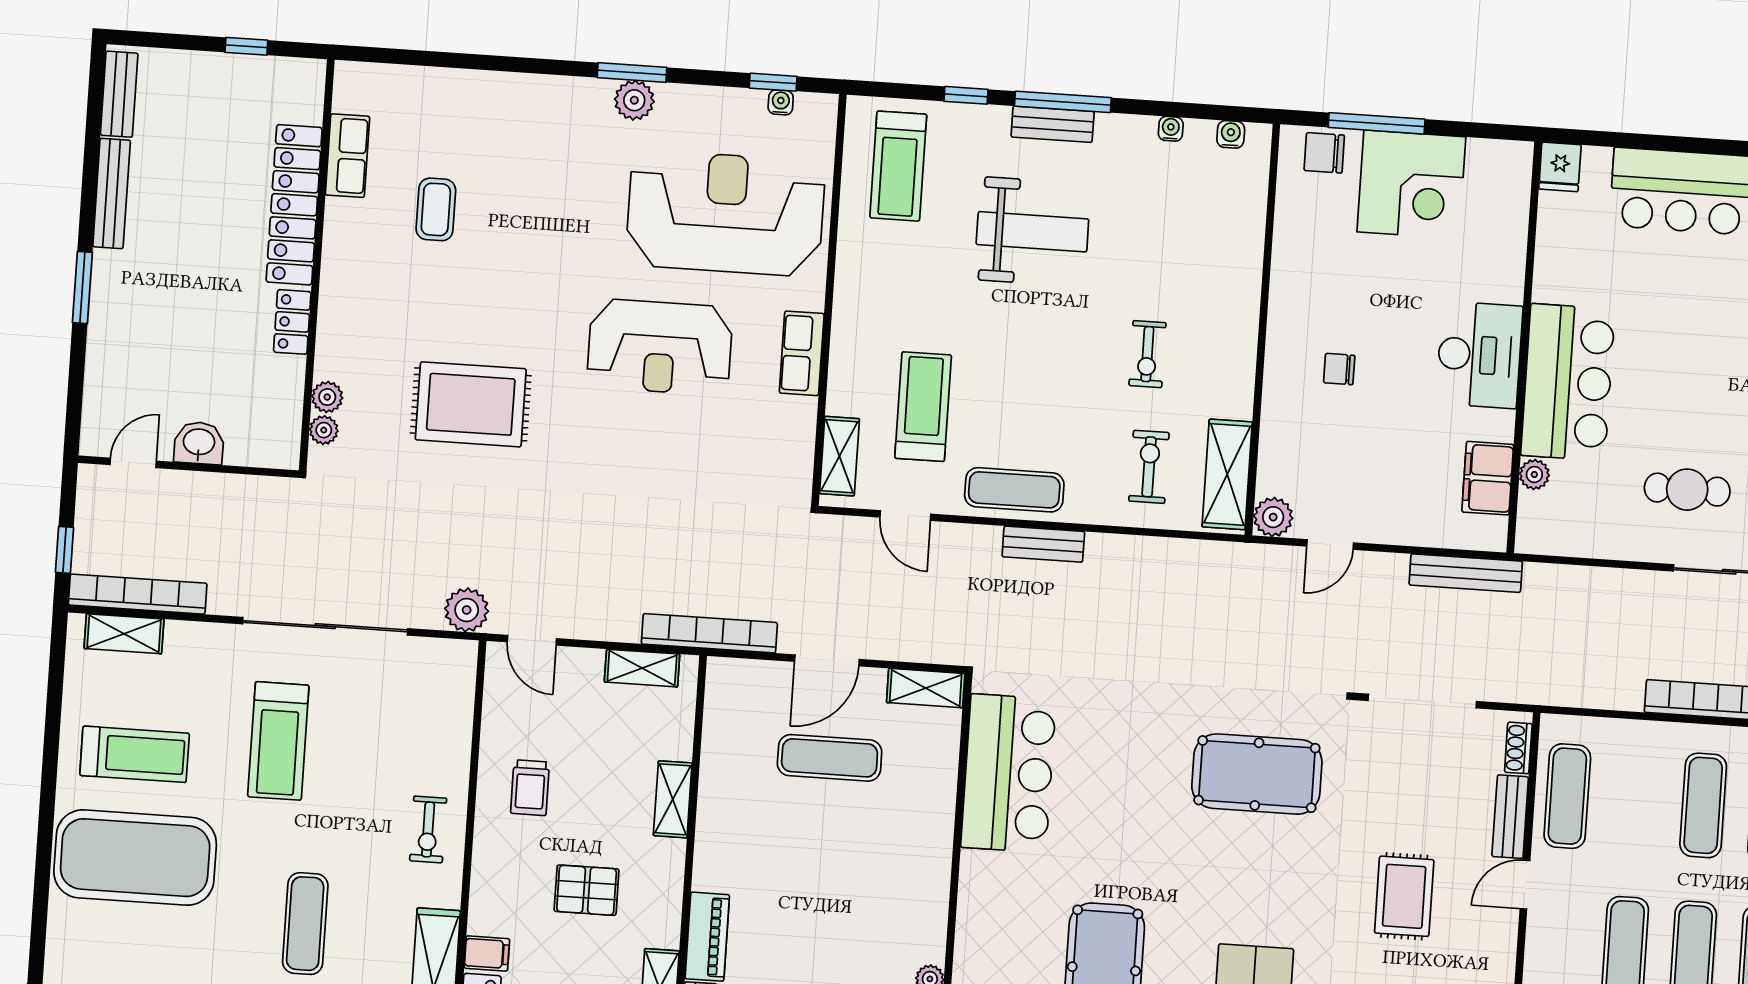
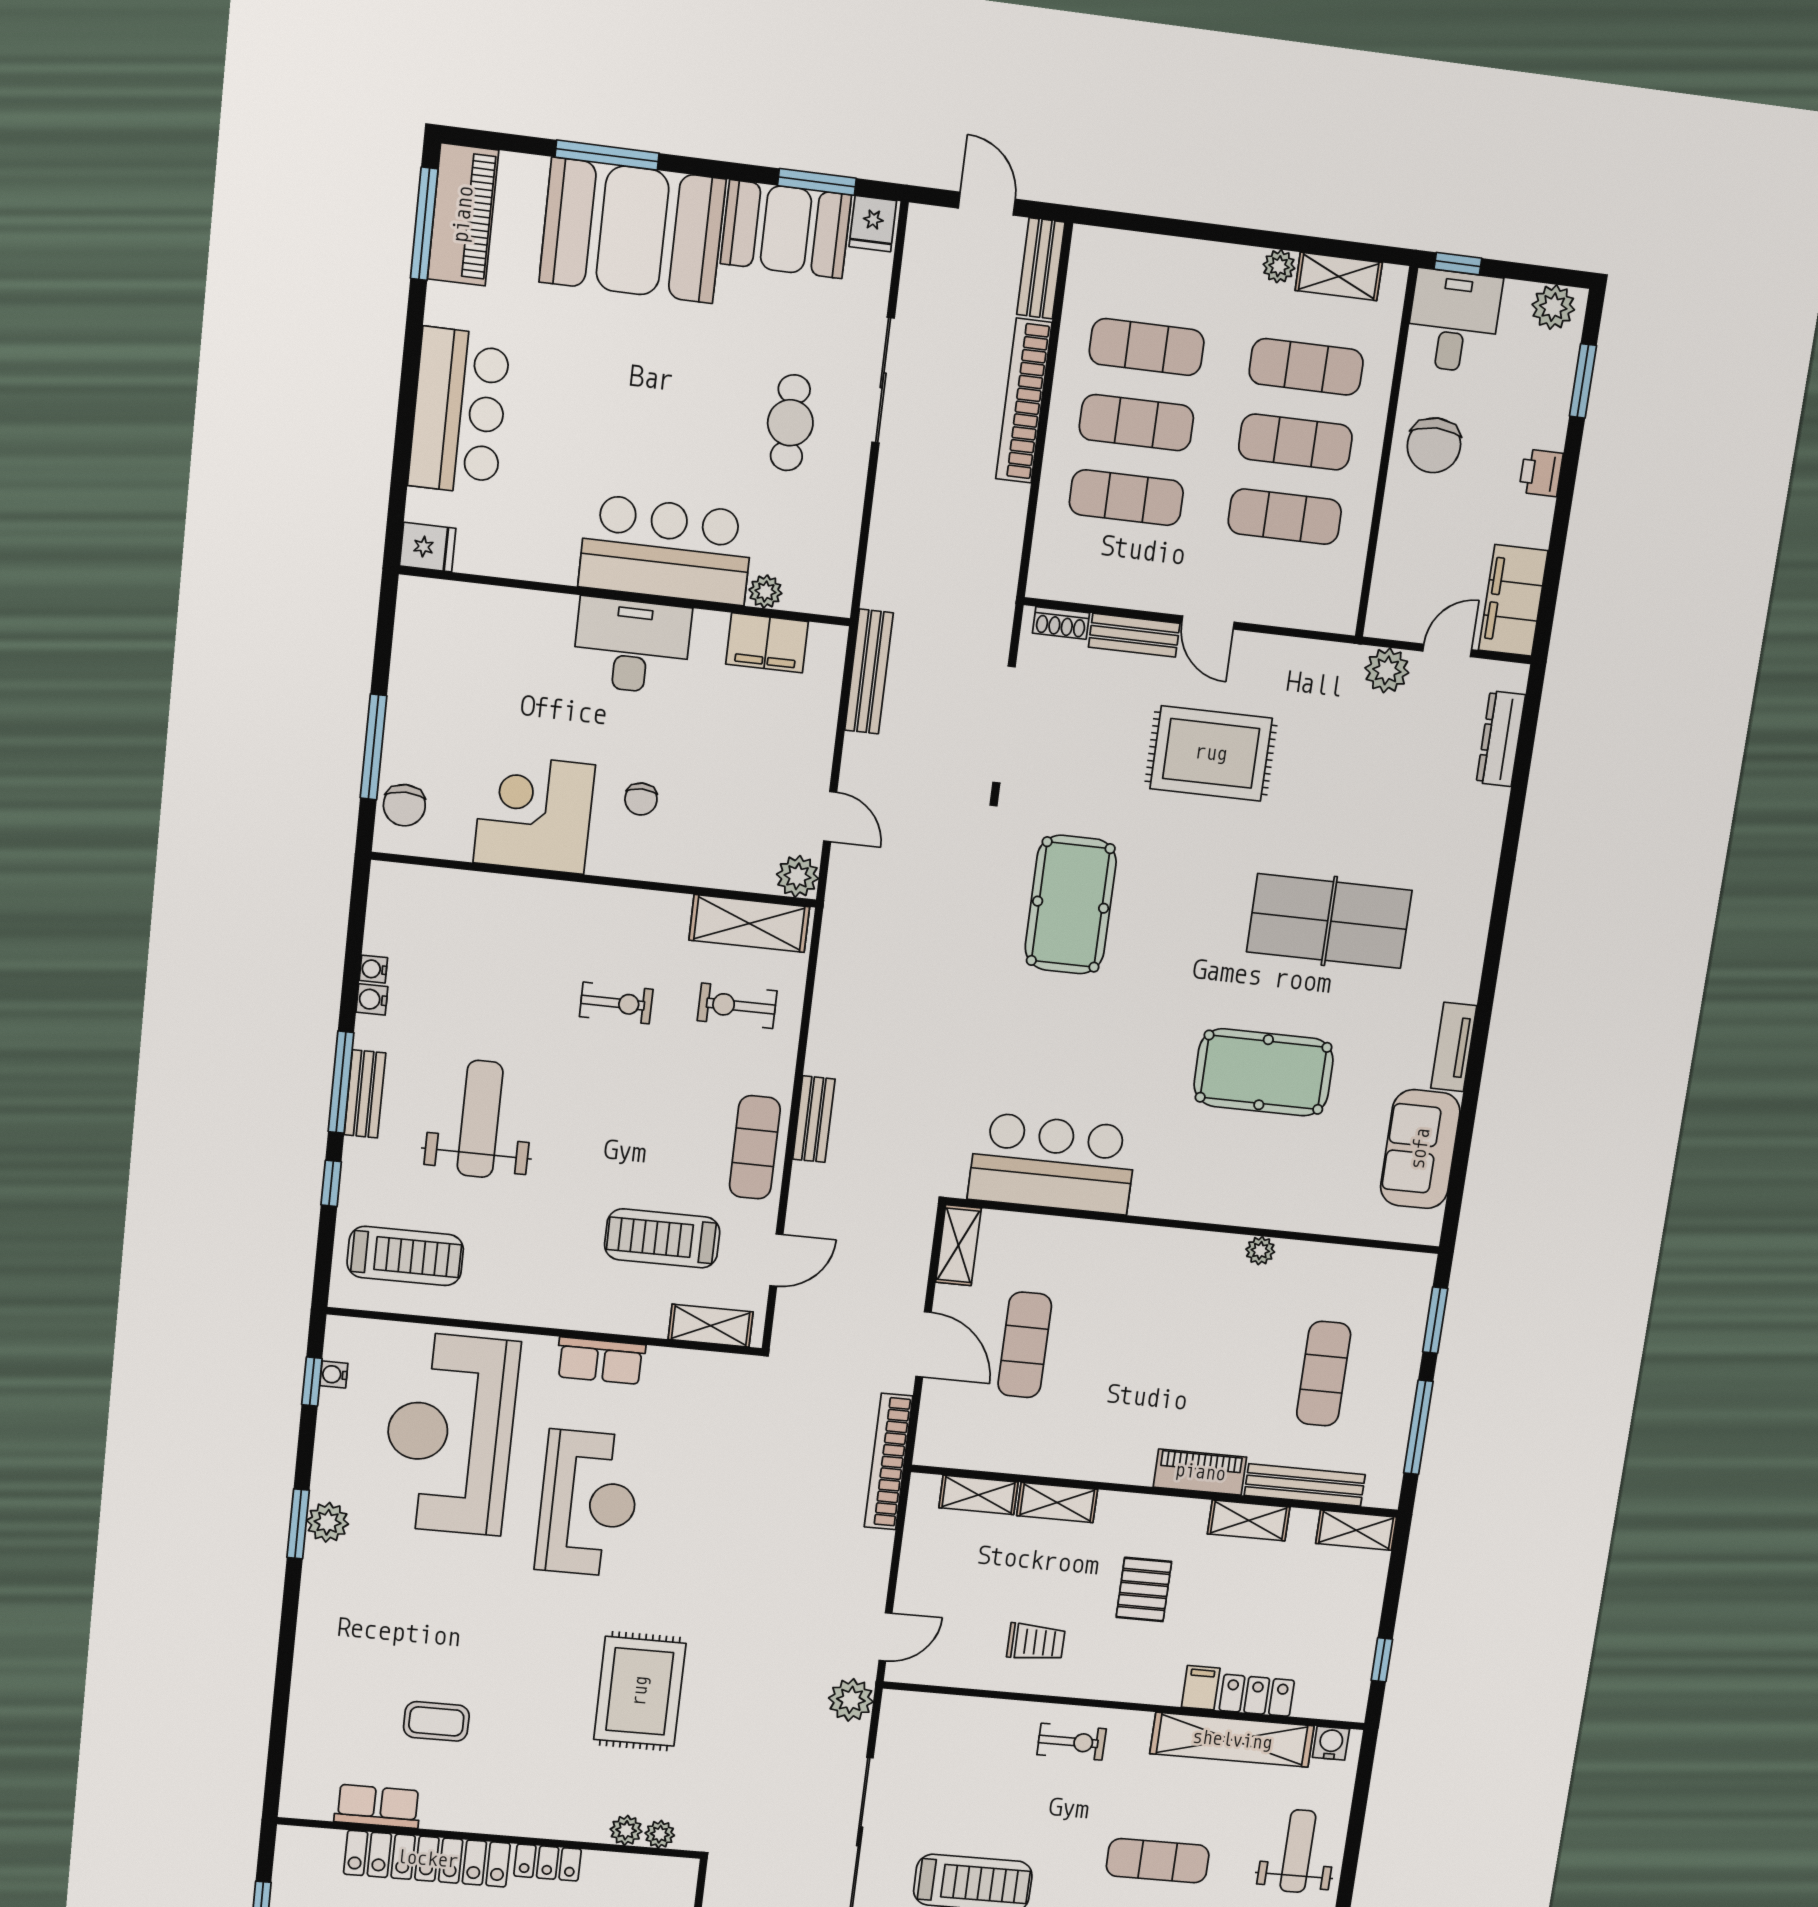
water cooler: (1231, 134) -> (372, 999), moved
corner desk: (1411, 184) -> (534, 814), moved, turned -90
shelving: (642, 668) -> (978, 1495), moved, turned 90
exercise mat: (1567, 796) -> (1126, 498), moved
rug: (1404, 896) -> (1211, 753), width x1.36, depth x1.43

